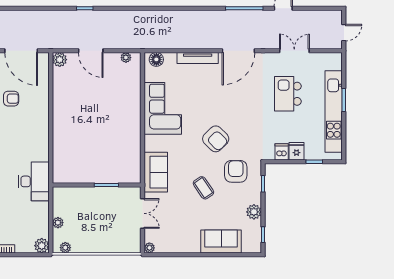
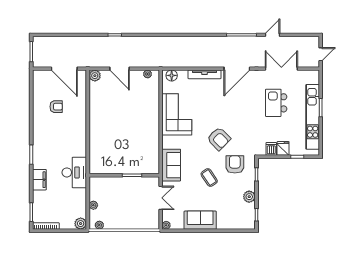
double door: (294, 51) -> (281, 69), width x1.37
sofa: (221, 241) -> (200, 220), moved

